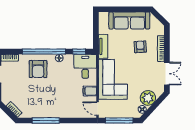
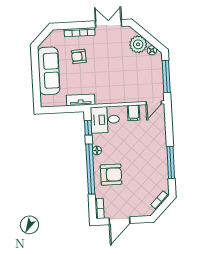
corner sofa: (113, 79) -> (119, 86), removed

